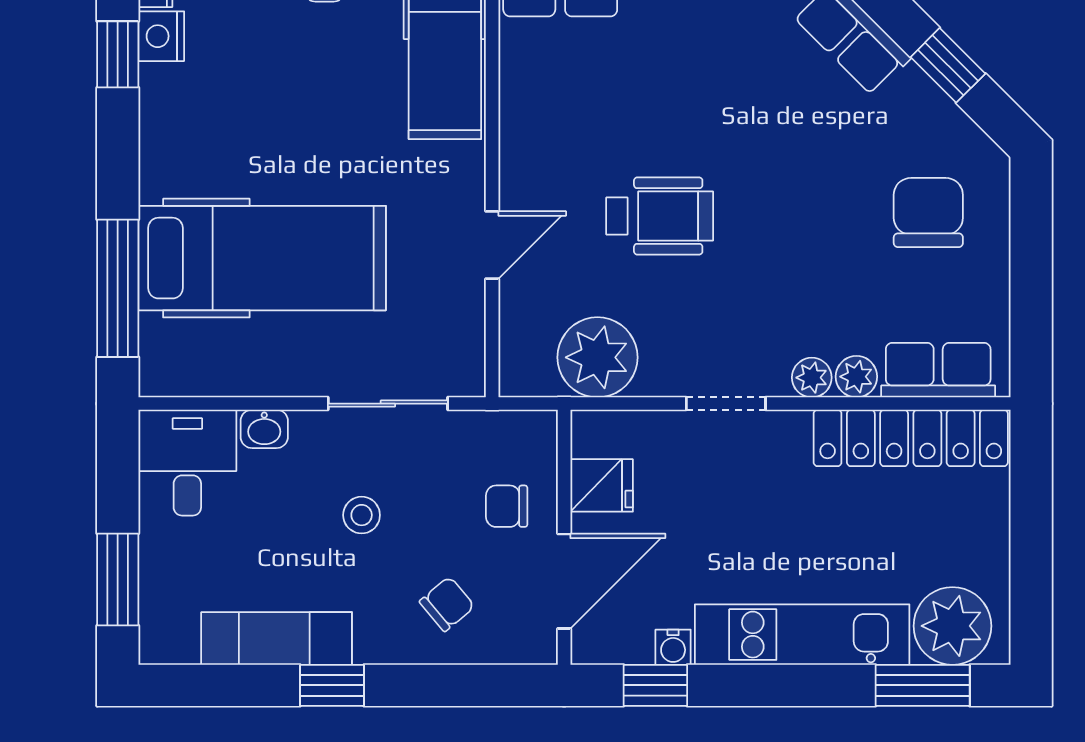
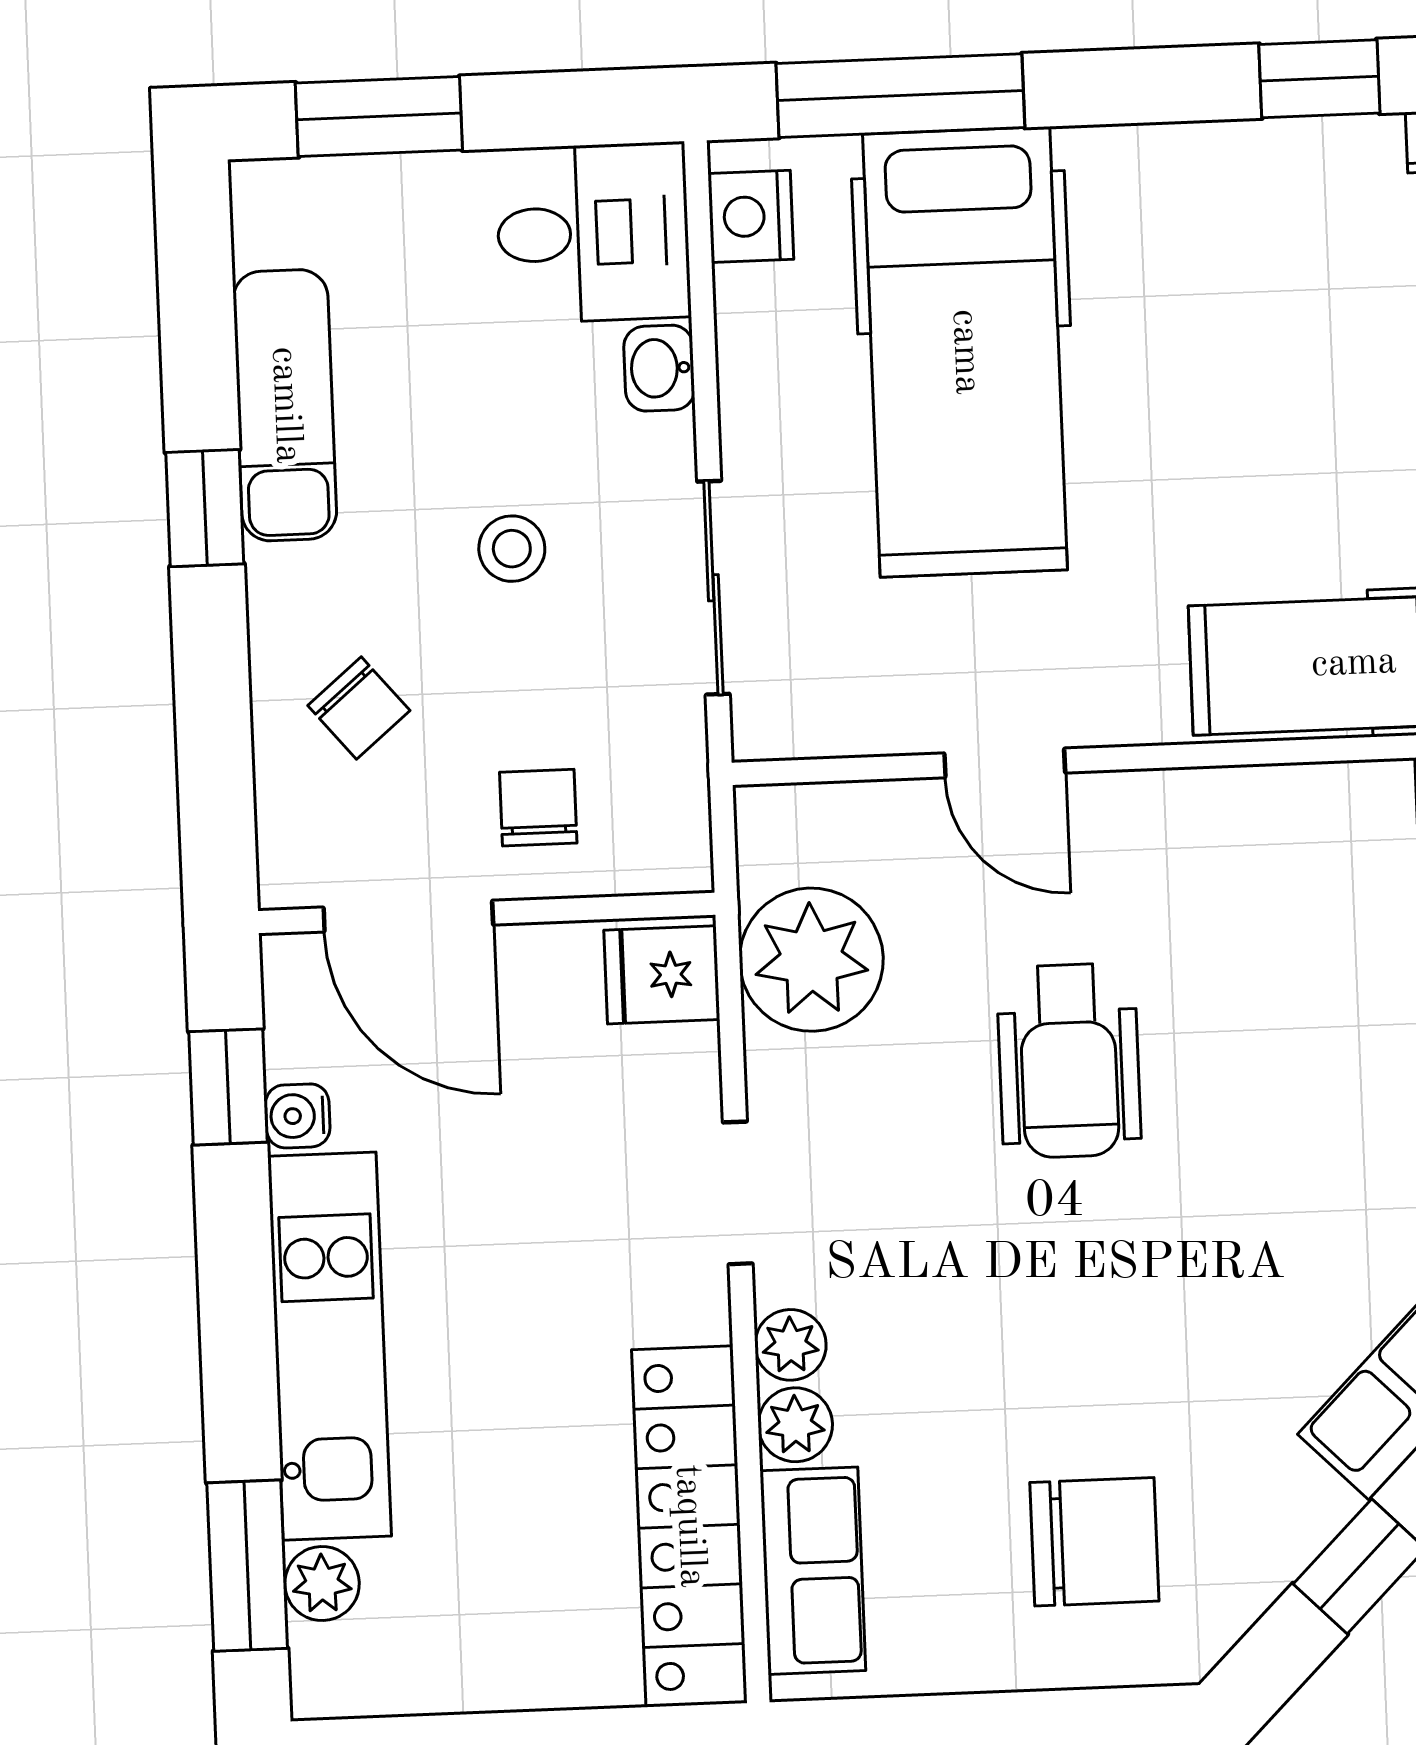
nightstand: (161, 36) -> (751, 216), moved, turned -90
fridge: (602, 485) -> (662, 975), moved, turned 90
plant: (952, 626) -> (322, 1584), width x0.53, depth x0.53

